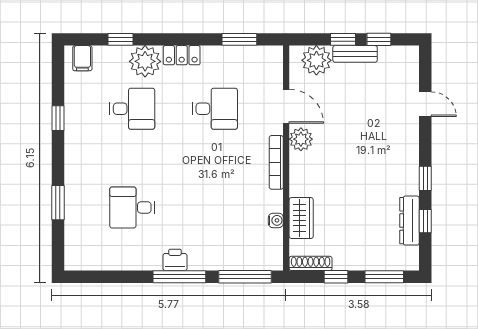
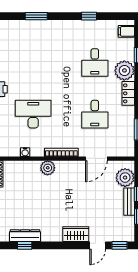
plant: (301, 139) -> (48, 168), moved
window: (425, 178) -> (120, 245), moved
desk: (132, 207) -> (33, 114), moved, width x1.37
wardrobe: (301, 218) -> (76, 234), moved, turned 180

